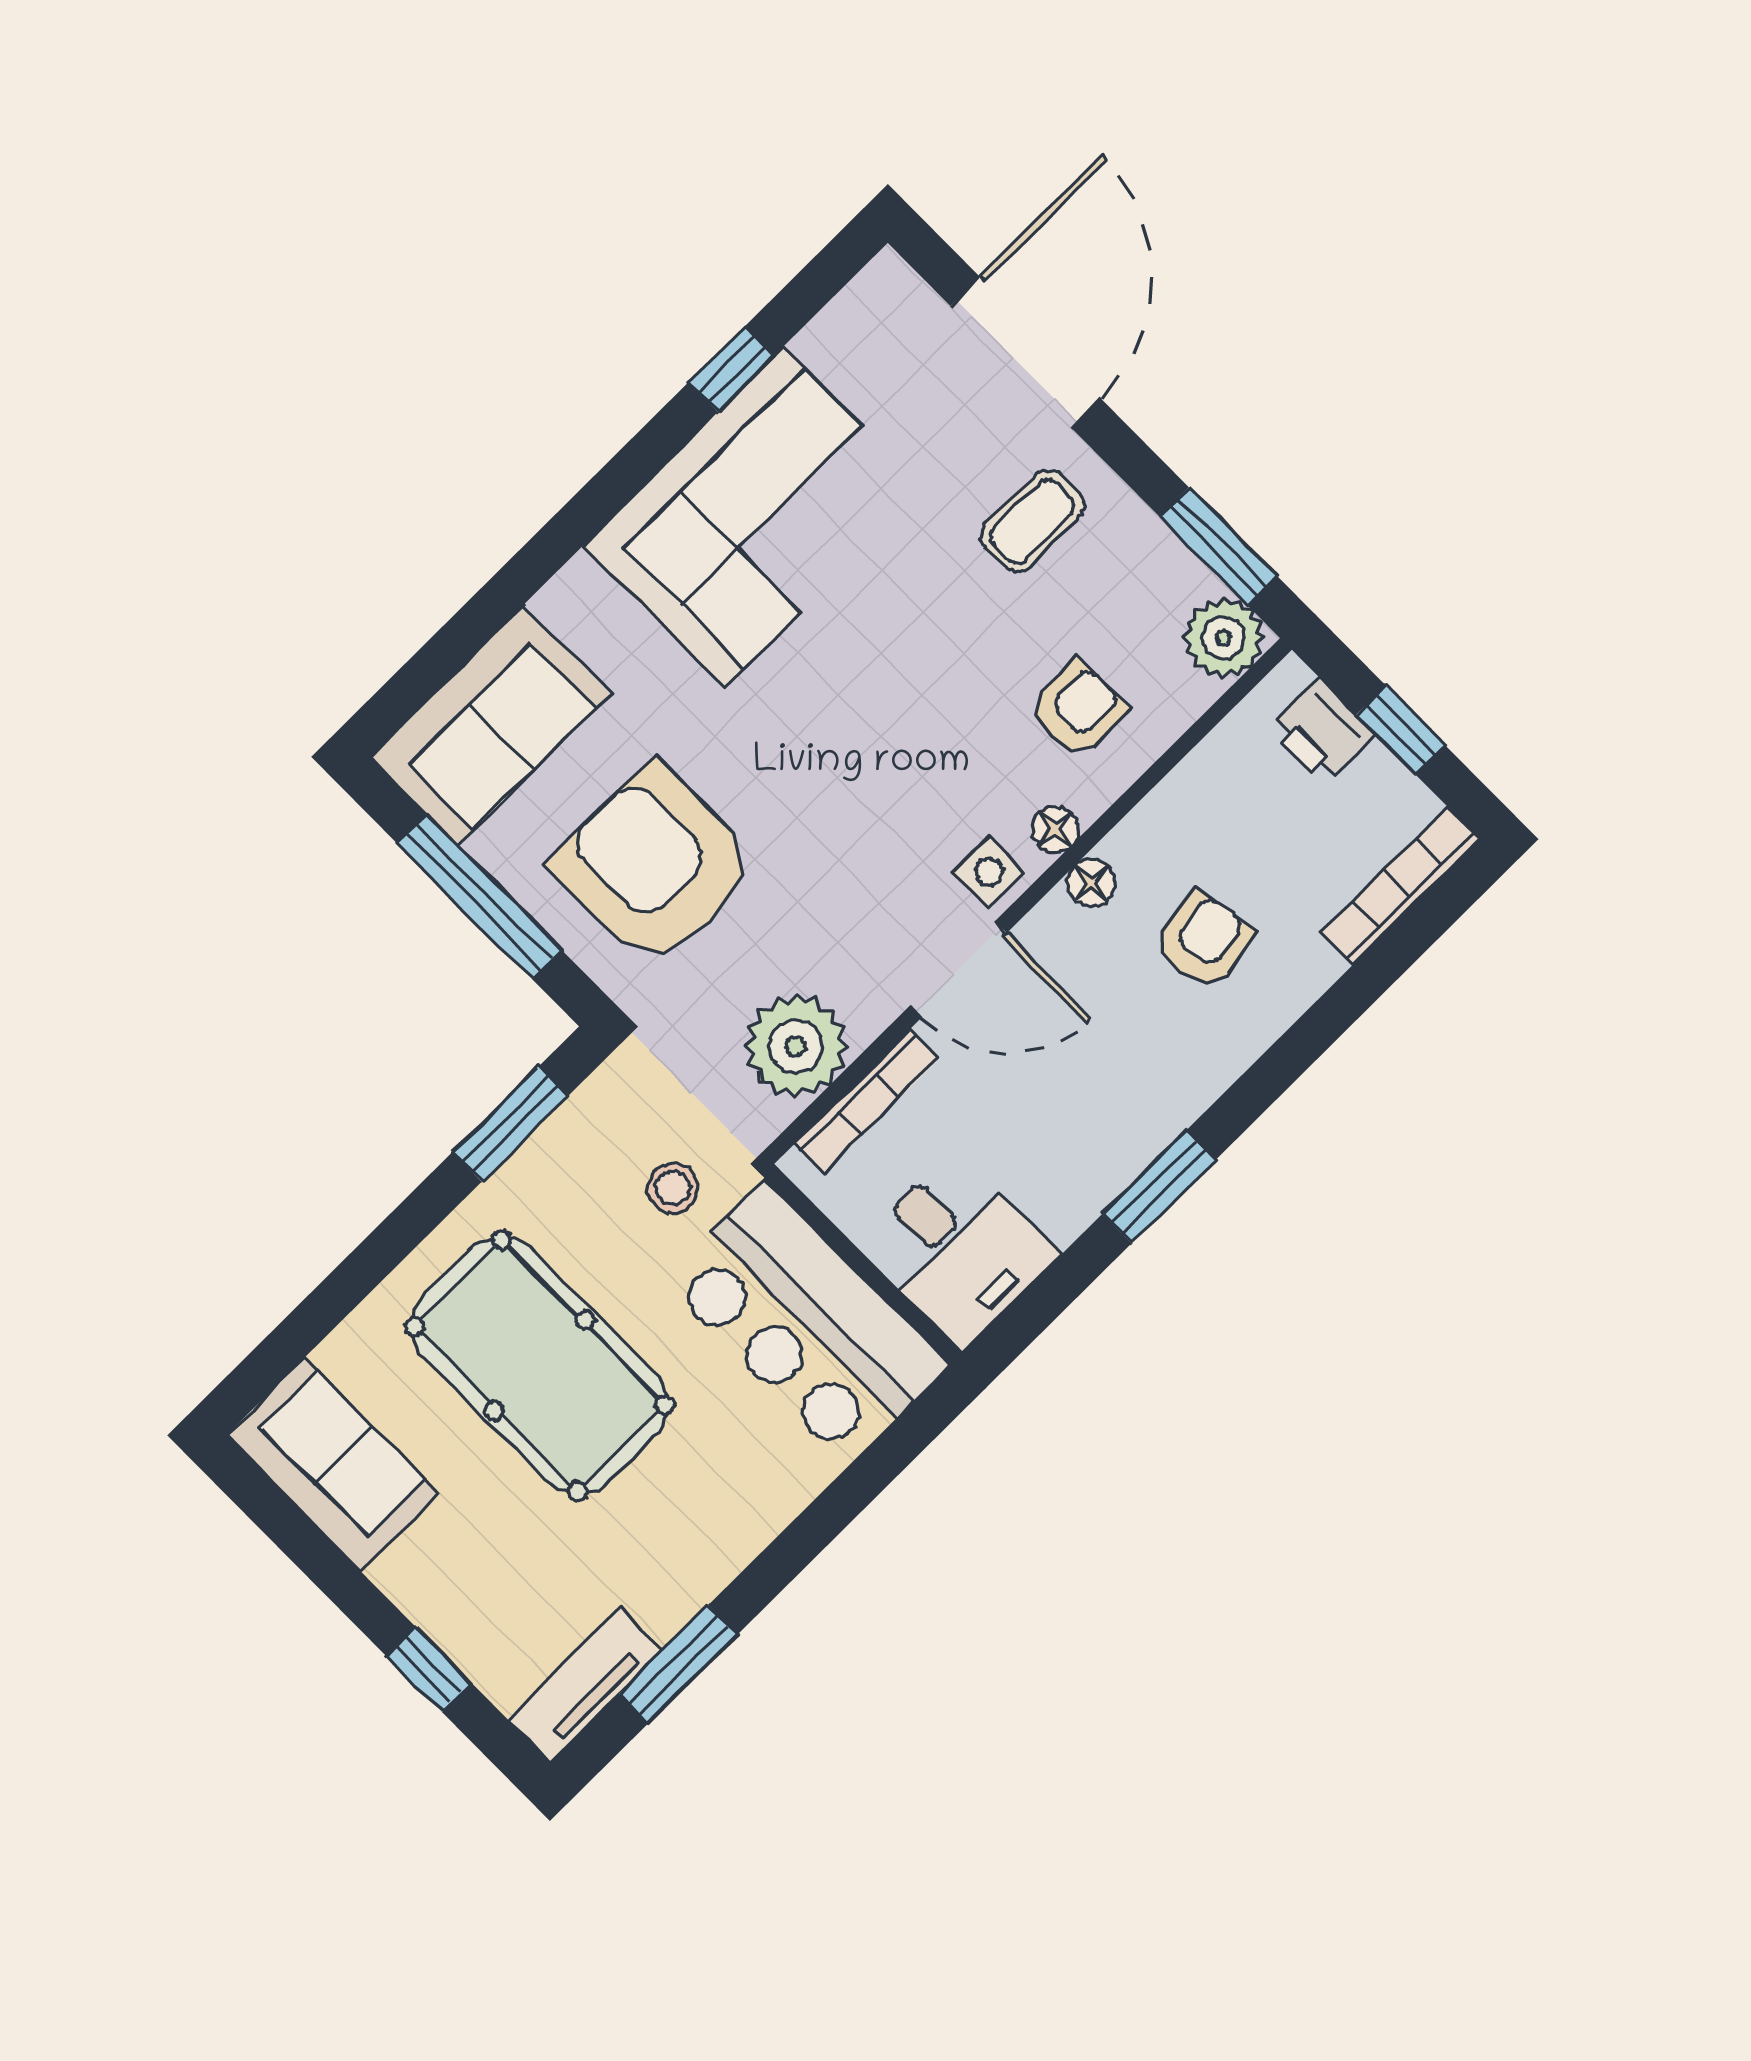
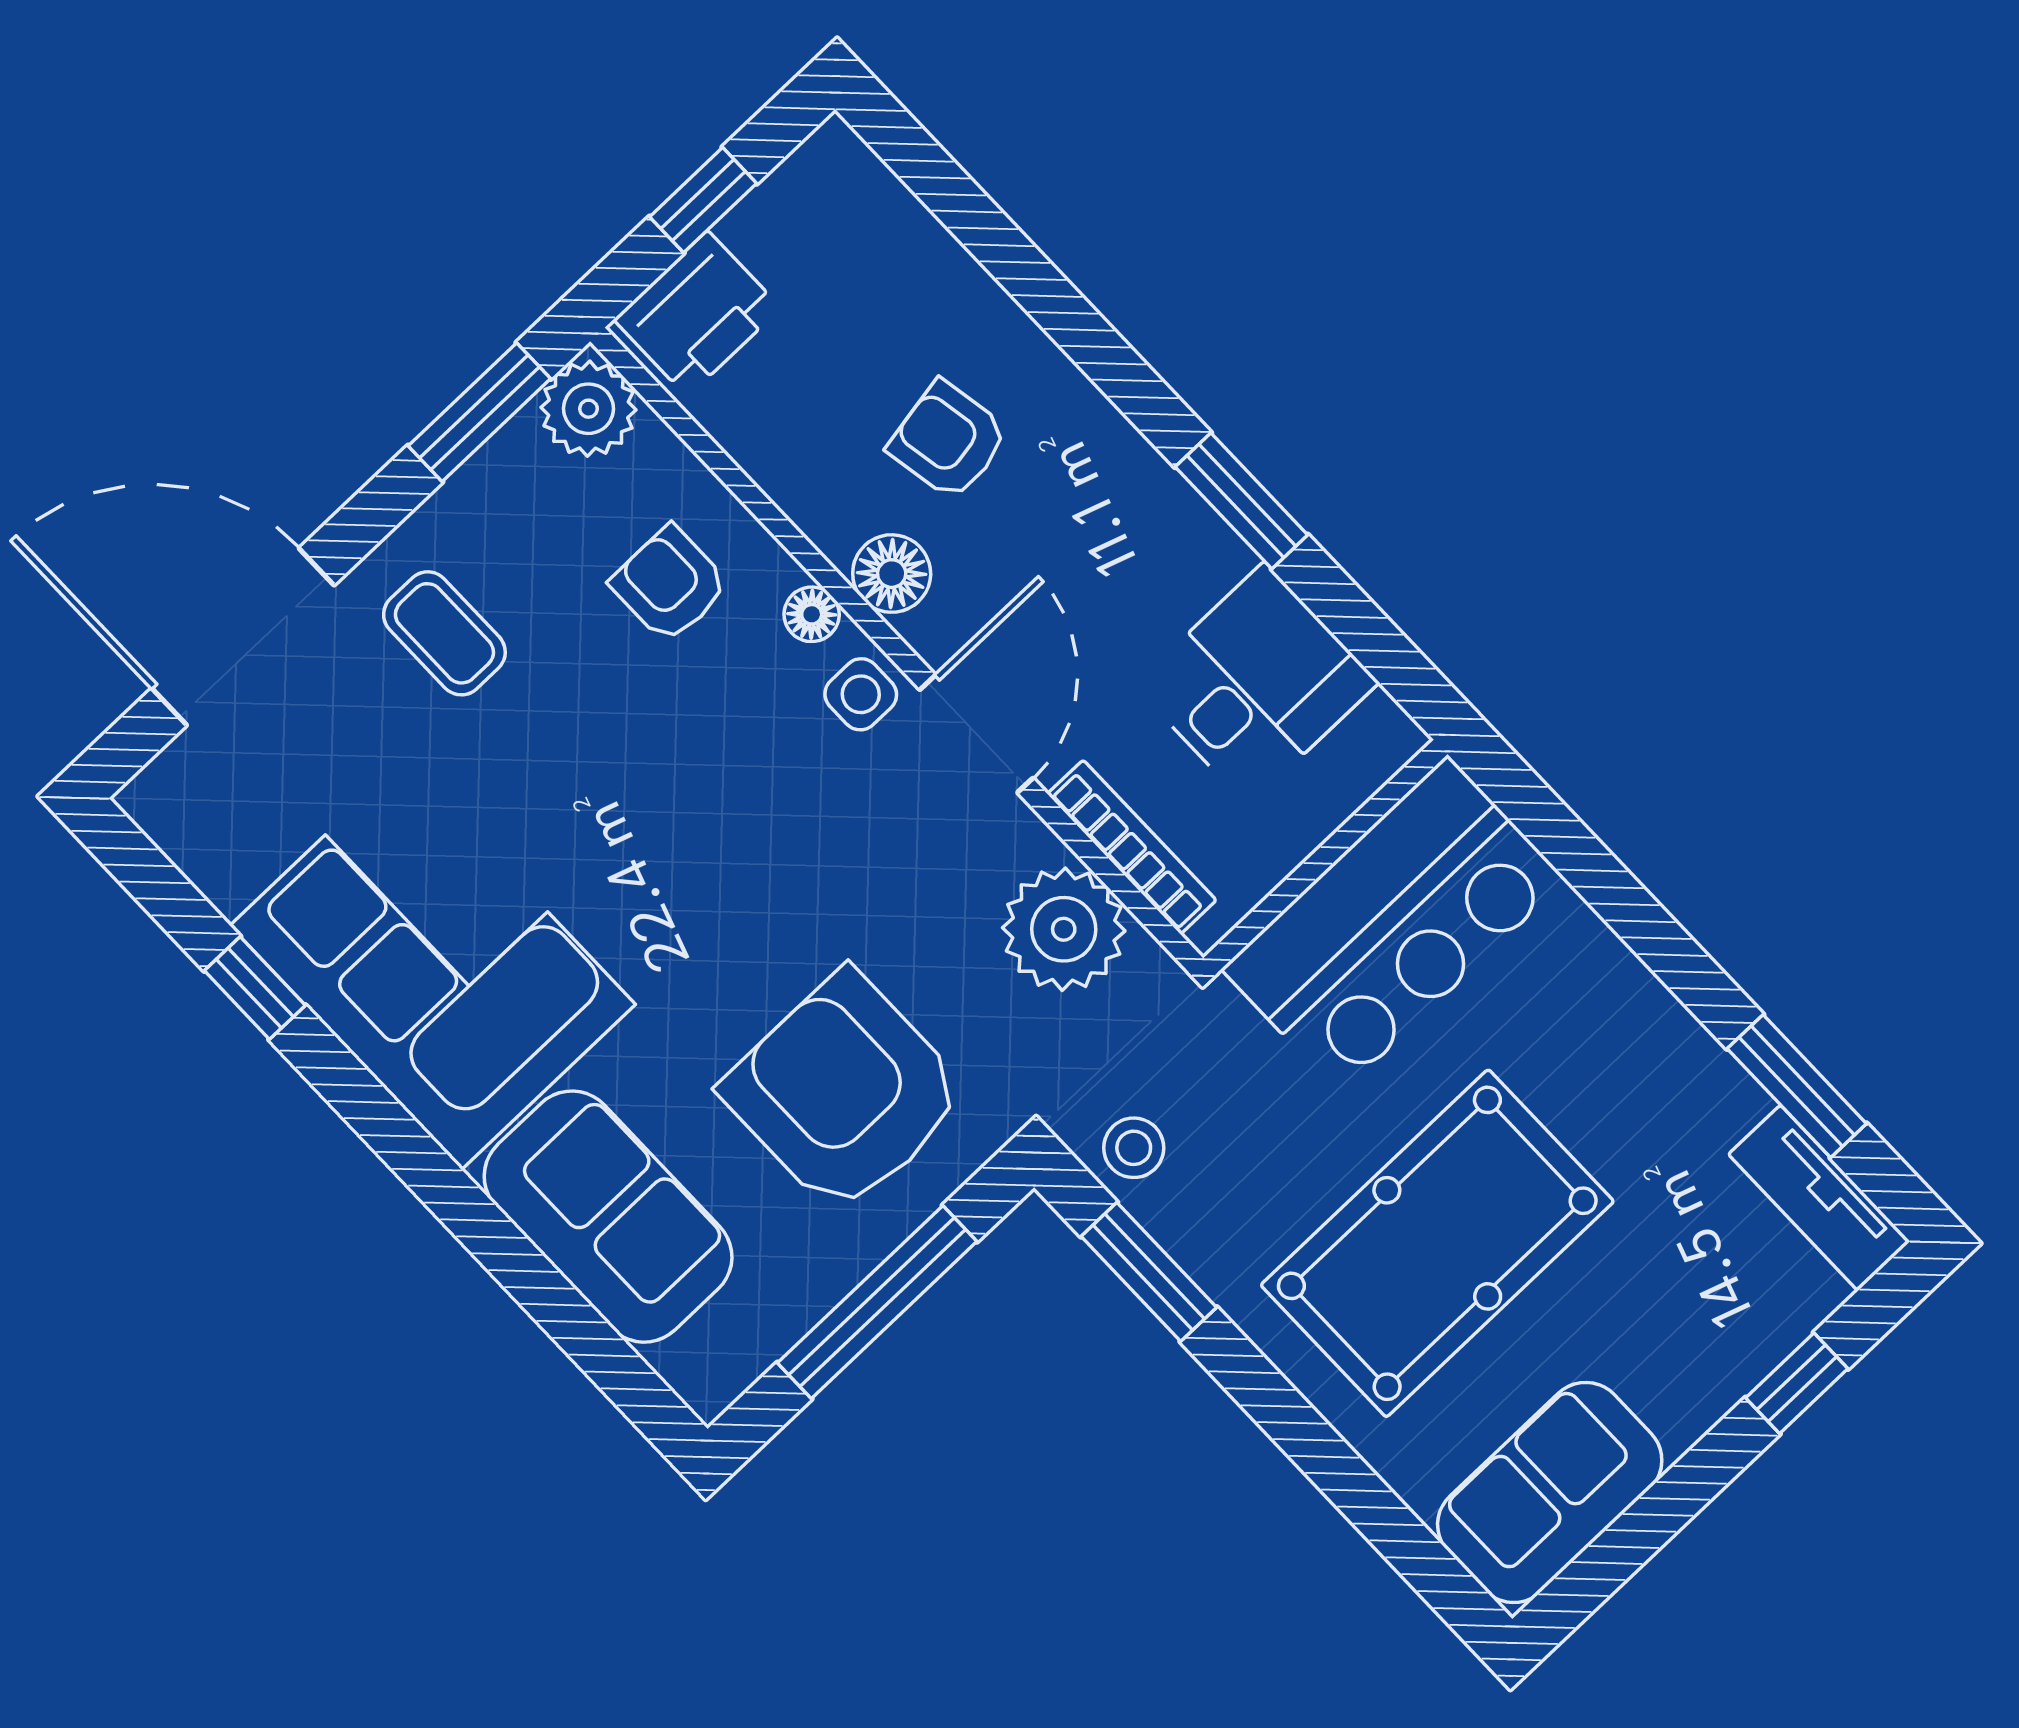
sofa: (490, 725) -> (608, 1217), moved
printer: (1322, 731) -> (697, 314), width x1.36, depth x1.24
armchair: (655, 866) -> (845, 1092), turned 90
floor lamp: (1091, 883) -> (892, 574), width x1.37, depth x1.37
bookcase: (1400, 886) -> (889, 205), removed
stool: (673, 1188) -> (1134, 1148), moved
desk: (959, 1250) -> (1256, 684), moved

